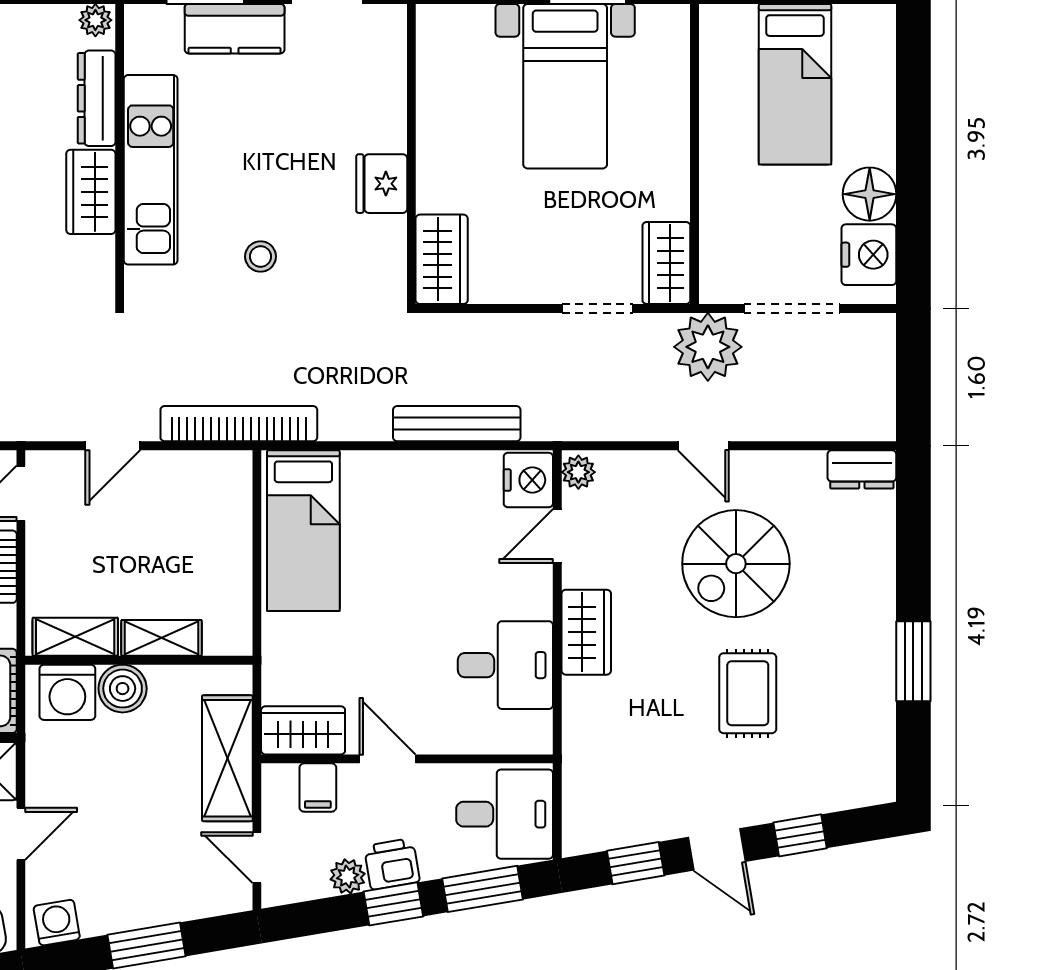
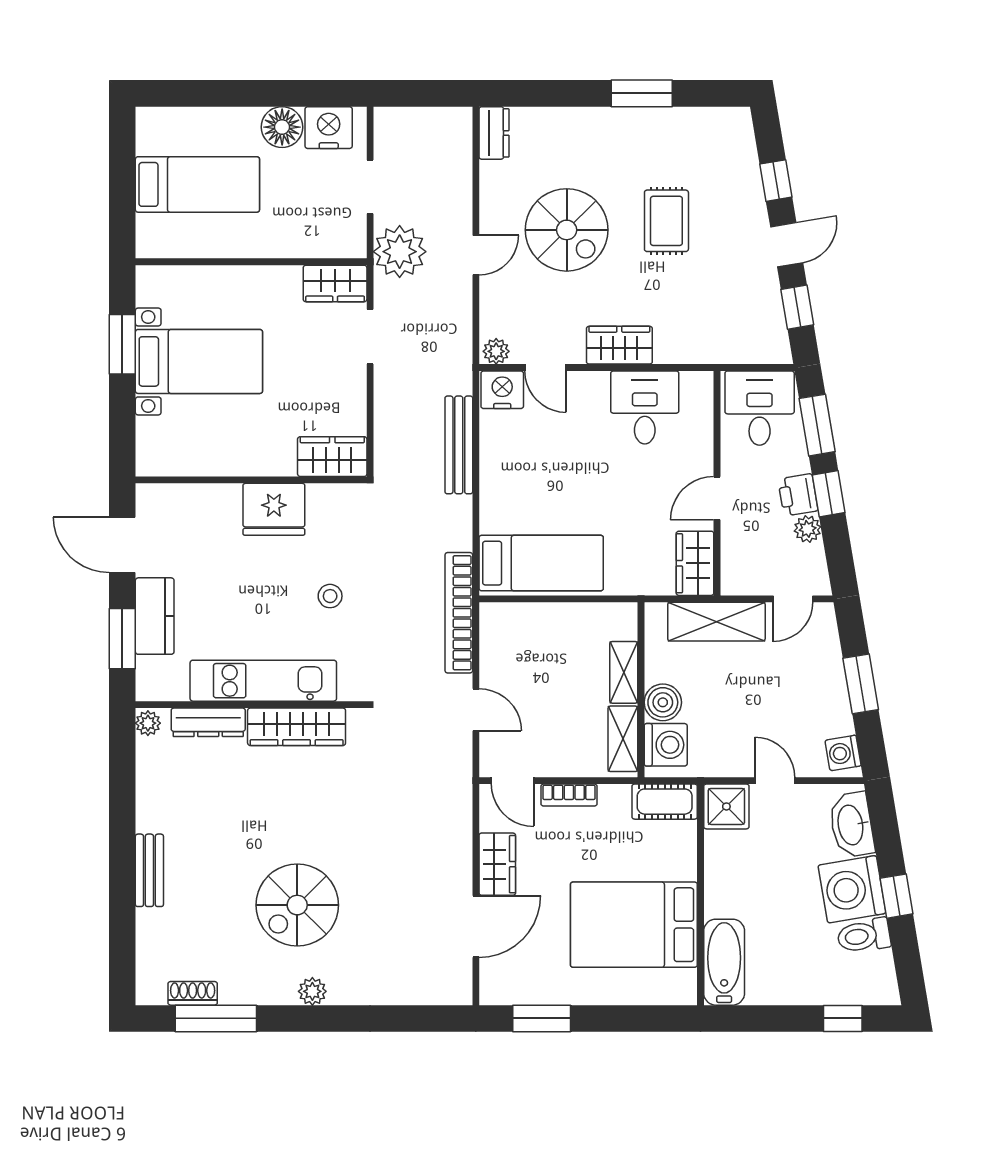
fridge: (382, 184) -> (274, 509), width x1.36, depth x1.34
wardrobe: (91, 192) -> (297, 727), width x1.50
doorway: (792, 308) -> (370, 187), width x0.73
rug: (748, 693) -> (666, 221), turned 90
filing cabinet: (318, 787) -> (739, 552), removed

